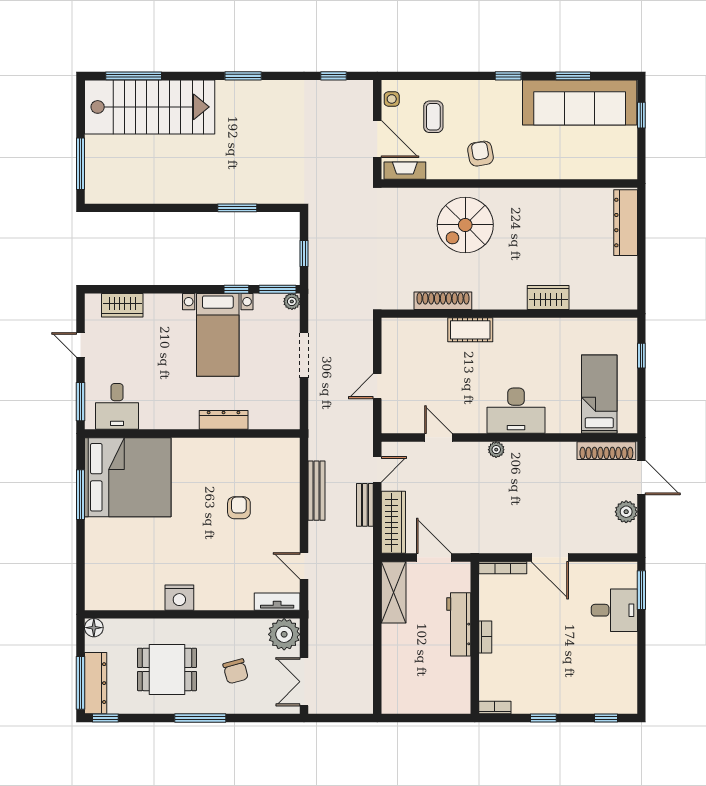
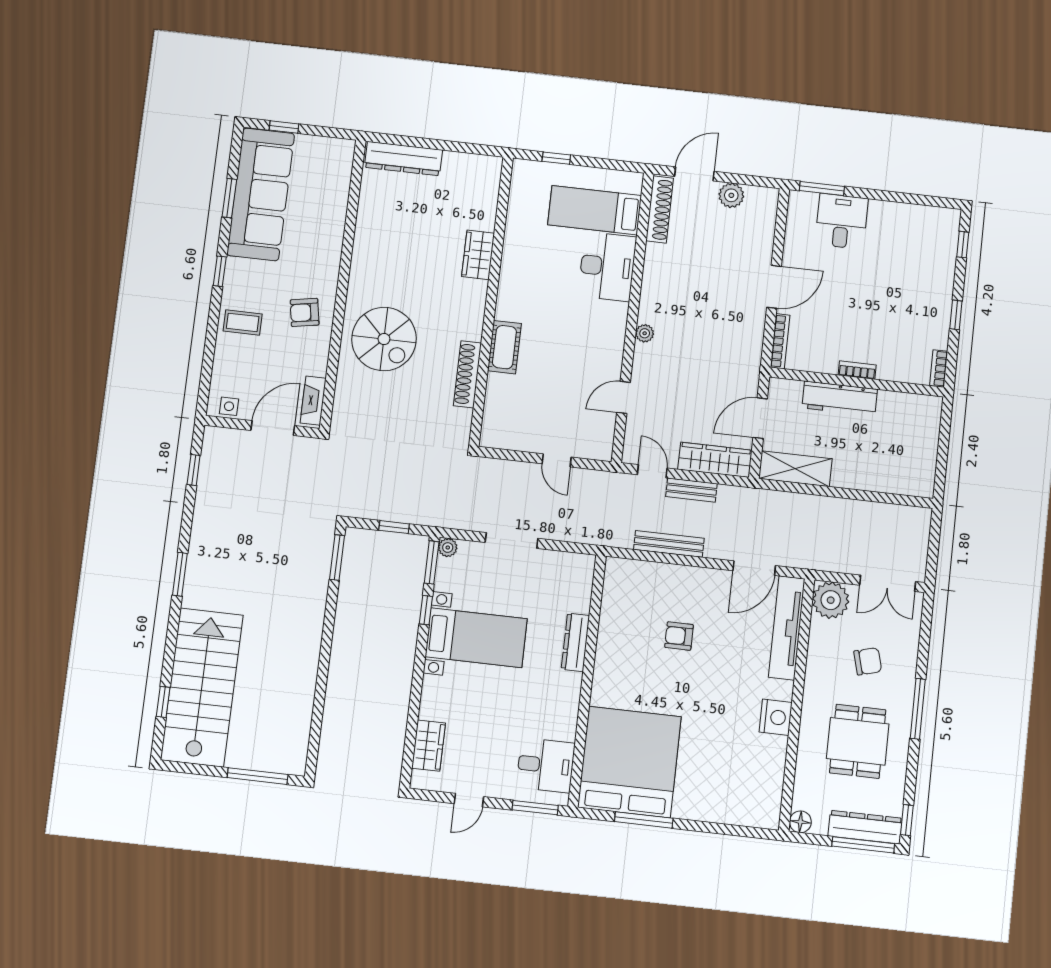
window: (134, 76) -> (163, 702), width x0.46
coffee table: (433, 117) -> (243, 322), moved
window: (237, 208) -> (337, 557), moved
desk: (516, 411) -> (607, 266), moved
door: (304, 566) -> (754, 568), width x1.37
tv unit: (277, 602) -> (787, 628), width x1.92, depth x1.29

